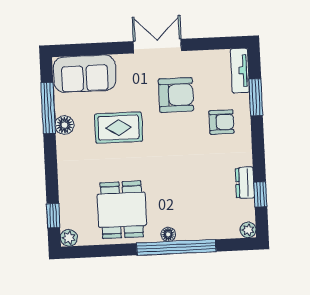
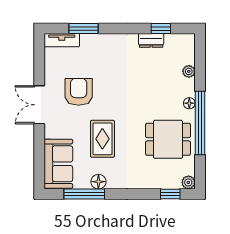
armchair: (222, 122) -> (102, 57), removed
plant: (248, 230) -> (189, 71), moved
window: (176, 247) -> (200, 123), moved

